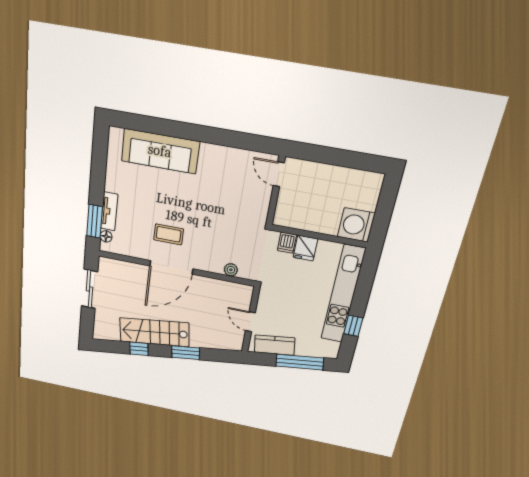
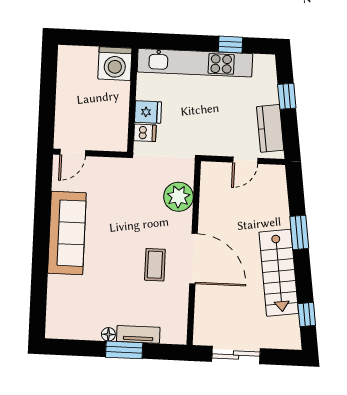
sofa: (160, 151) -> (67, 233), moved
window: (95, 221) -> (124, 350), moved
floor lamp: (106, 236) -> (108, 334), moved
plant: (231, 270) -> (178, 197), width x1.88, depth x1.88
window: (139, 349) -> (307, 314), moved
window: (300, 362) -> (287, 96), width x0.46

